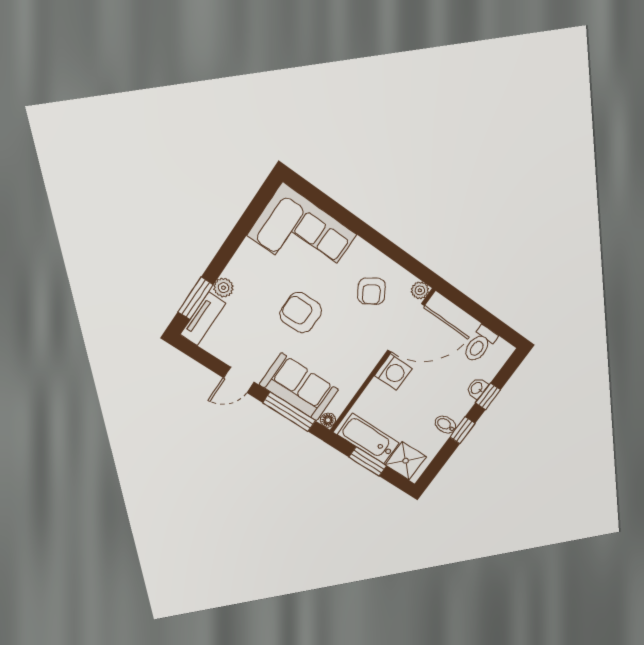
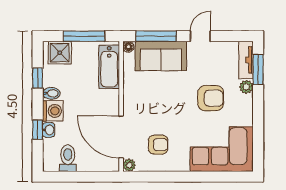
armchair: (372, 291) -> (158, 145), turned 122
armchair: (301, 313) -> (211, 98), moved
door: (406, 328) -> (121, 137), hinge flipped
washing machine: (393, 372) -> (53, 111), moved, turned 180
window: (462, 430) -> (38, 78), moved
bathtub: (368, 439) -> (109, 67), moved, turned 90
window: (368, 462) -> (84, 36), width x1.44

